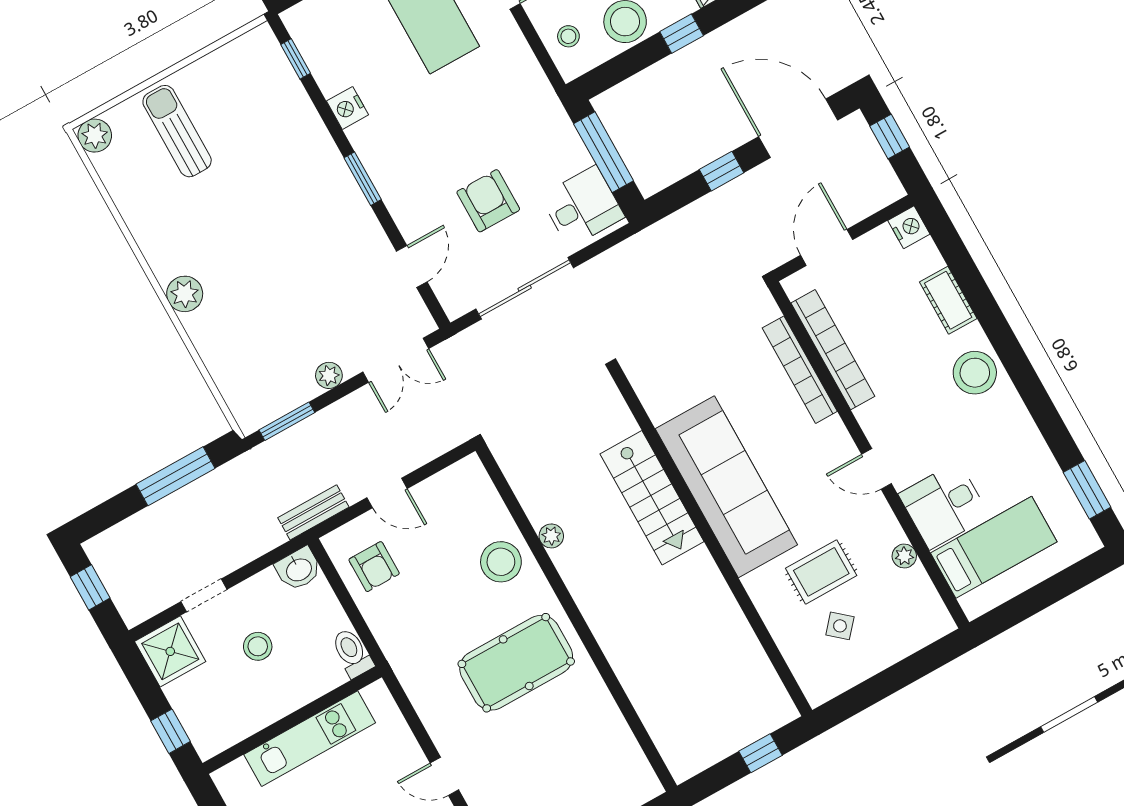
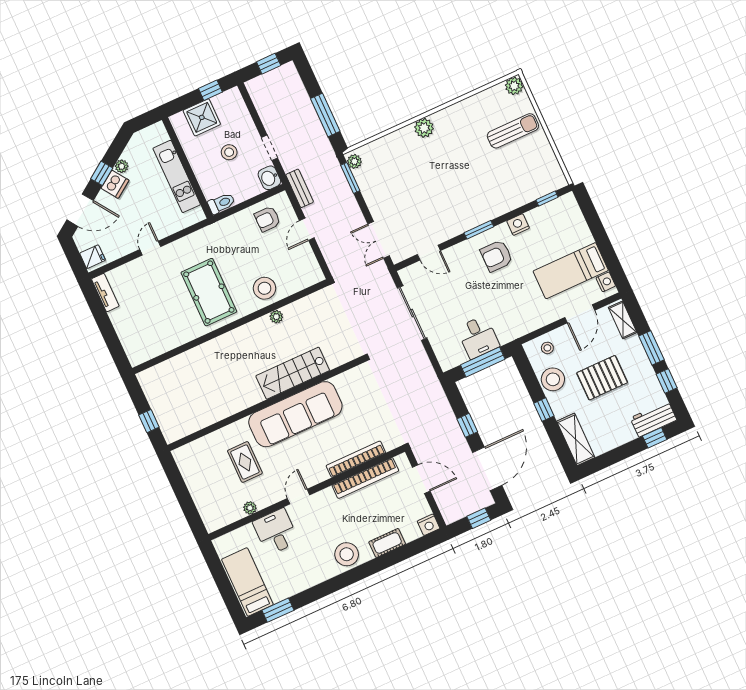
armchair: (488, 201) -> (497, 256), moved, turned 180
desk: (582, 207) -> (478, 337), moved
plant: (329, 375) -> (354, 161), moved
bed: (994, 547) -> (247, 582), moved, turned 180
doorway: (204, 595) -> (270, 148), moved
side table: (840, 626) -> (215, 470), removed
shower: (170, 651) -> (202, 117), moved
window: (171, 731) -> (210, 90), moved

